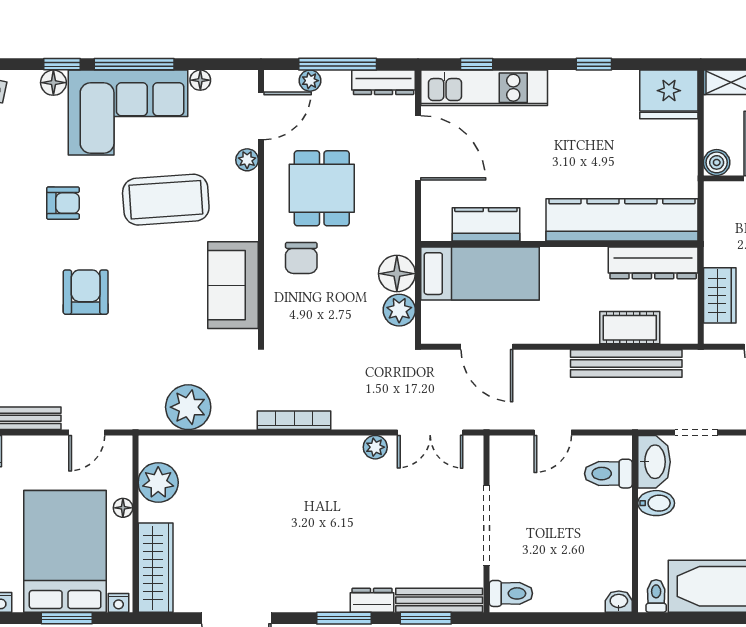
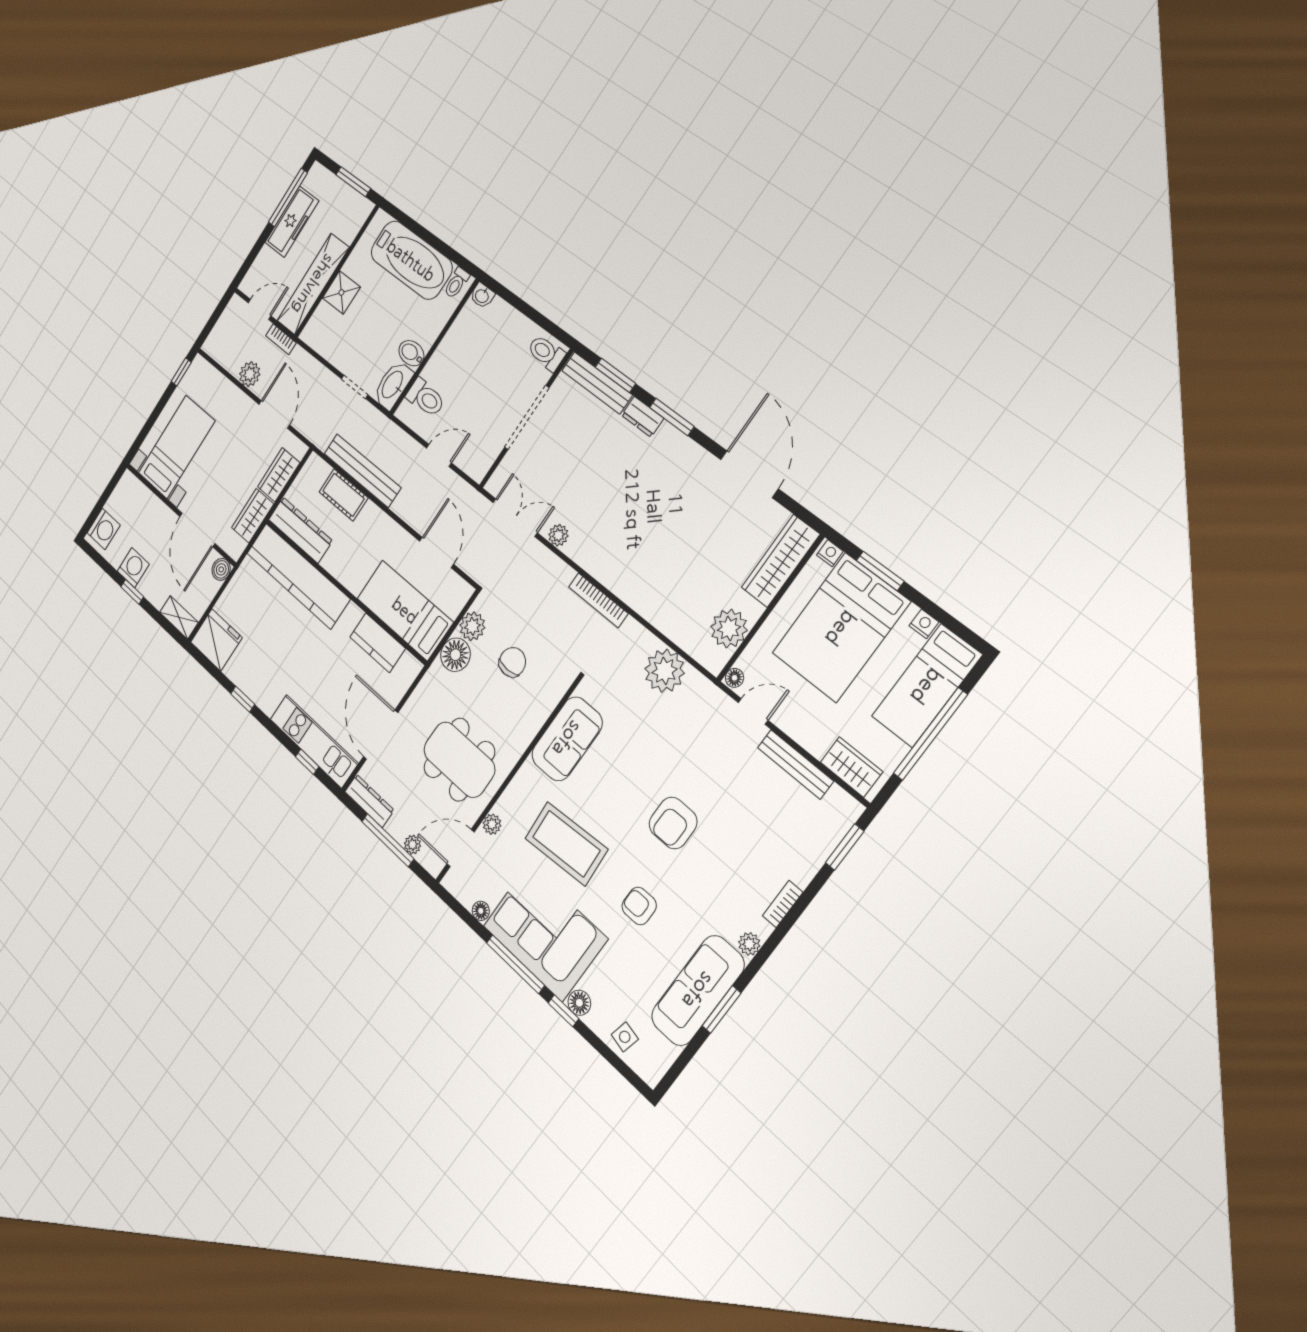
dining table: (322, 188) -> (459, 760), width x1.38
wardrobe: (720, 237) -> (253, 516), added
chair: (301, 258) -> (512, 662), moved
floor lamp: (123, 508) -> (735, 678), moved

